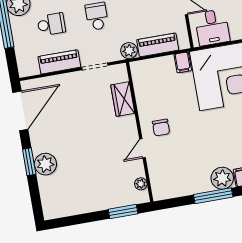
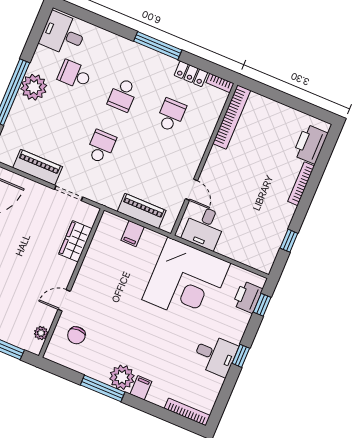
school desk: (51, 24) -> (53, 127), removed
plant: (129, 51) -> (111, 199), removed
filing cabinet: (183, 62) -> (133, 234), moved
chair: (161, 128) -> (76, 335), moved

